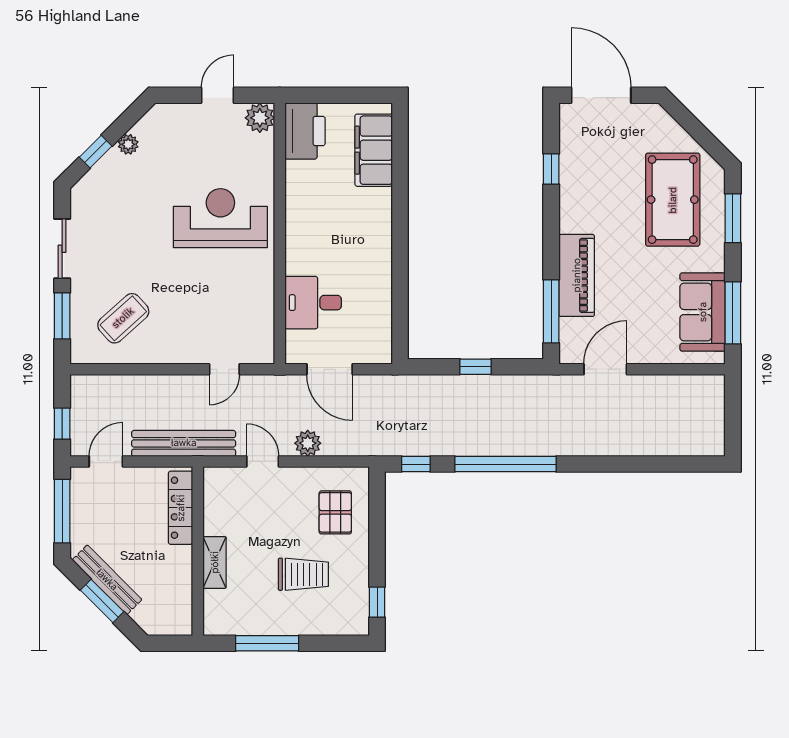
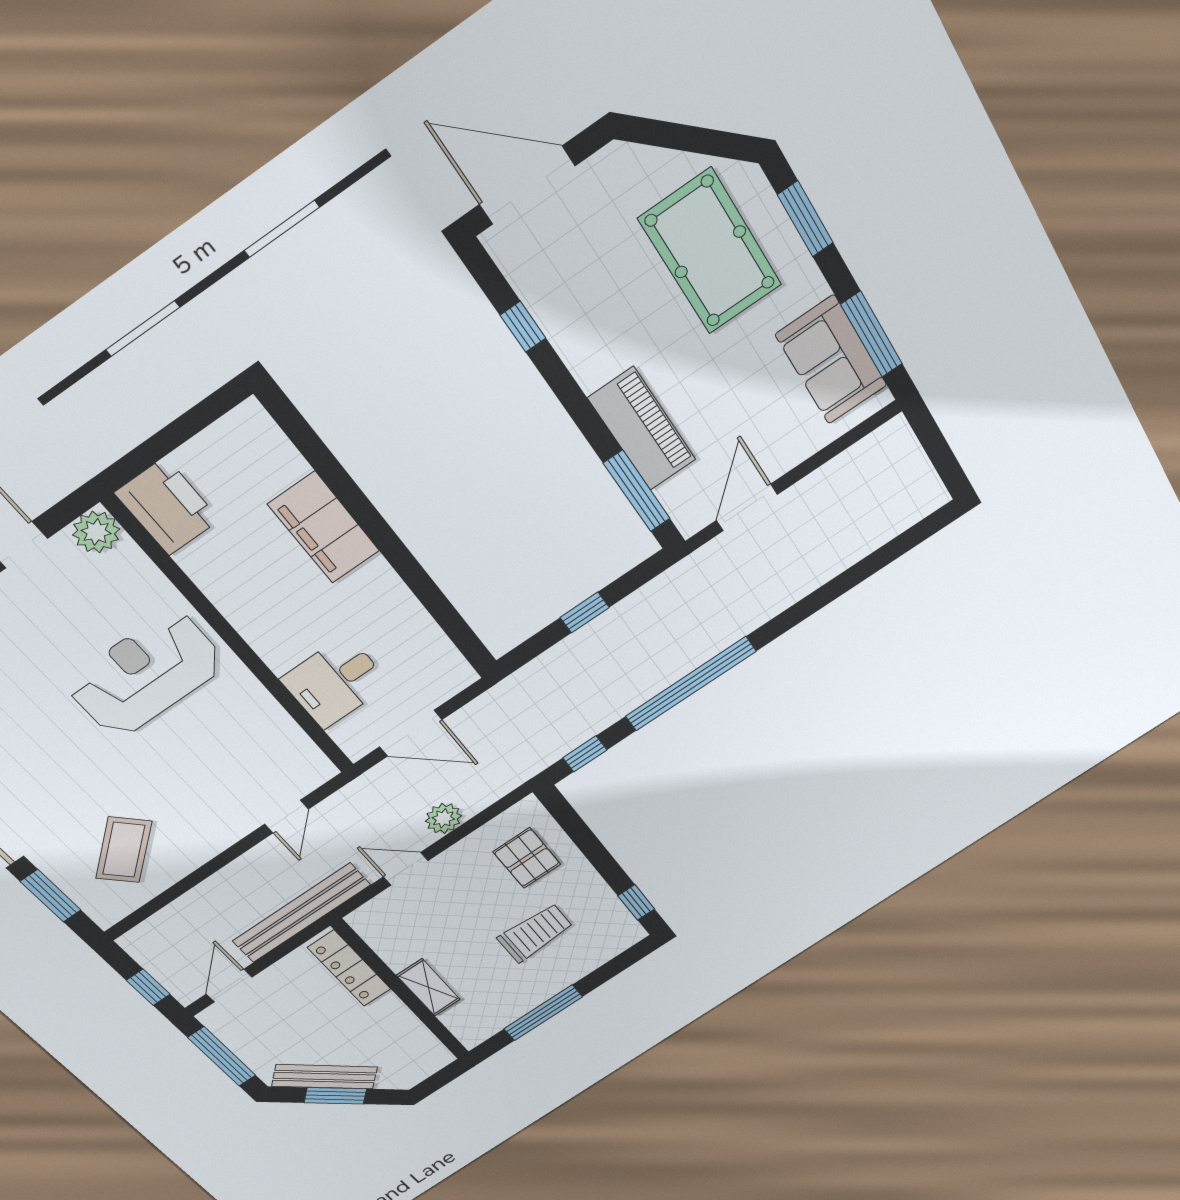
filing cabinet: (374, 150) -> (324, 528), moved

